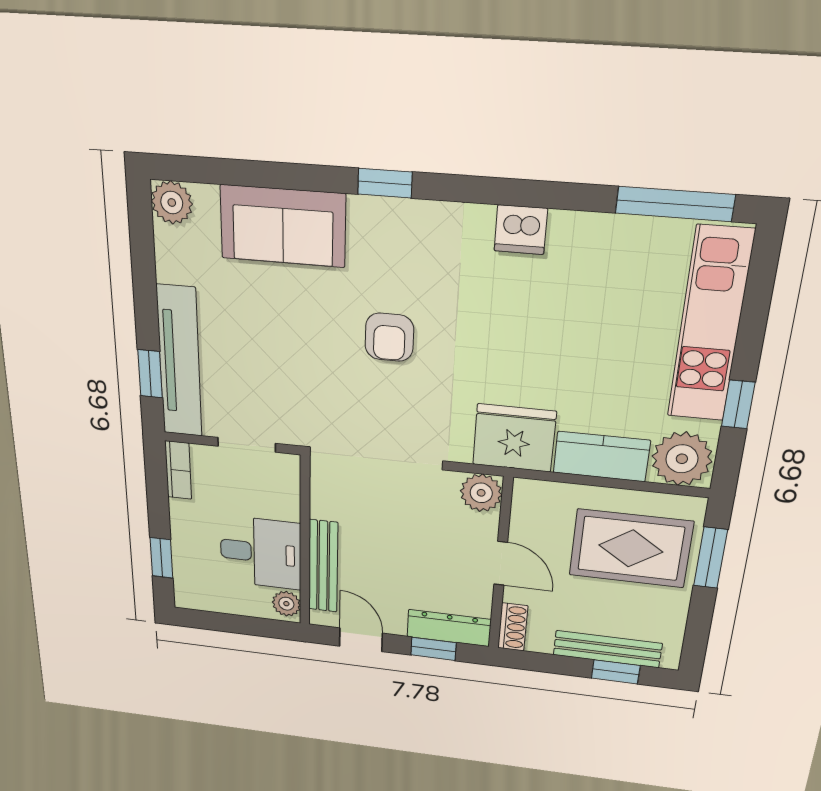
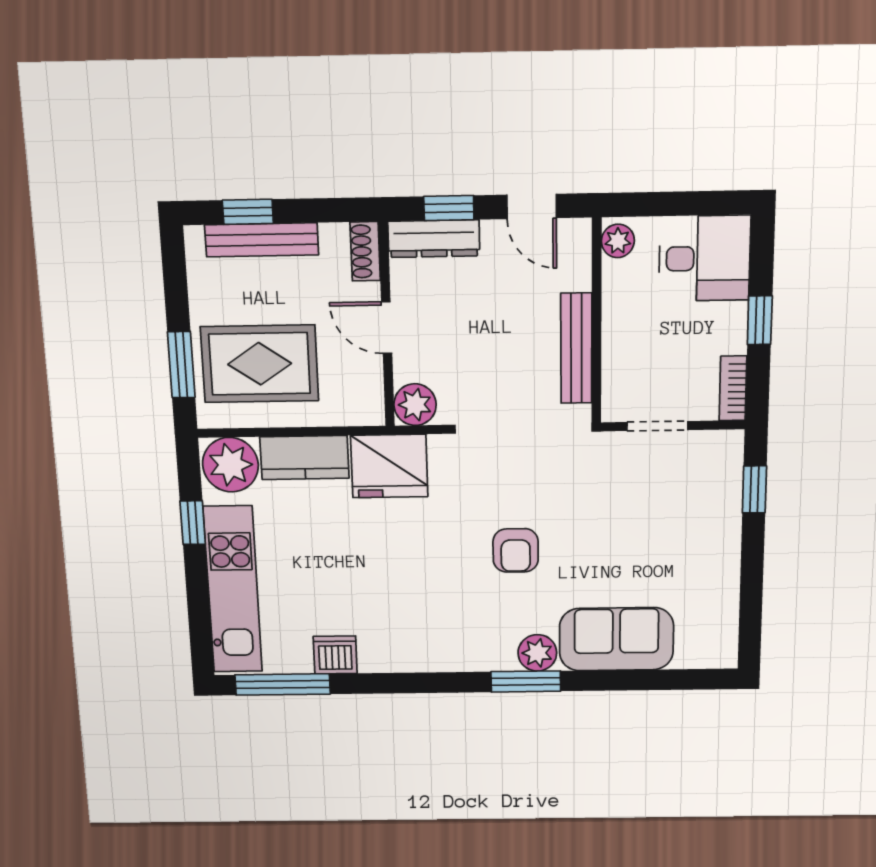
window: (385, 183) -> (526, 681), width x1.50
plant: (172, 202) -> (537, 653), moved
dishwasher: (521, 230) -> (335, 655), moved
armchair: (389, 337) -> (516, 550), turned 180
tv unit: (179, 362) -> (723, 505), removed
desk: (261, 553) -> (705, 258), moved, turned 180
window: (161, 558) -> (760, 320), moved
bench: (323, 566) -> (576, 348), moved

